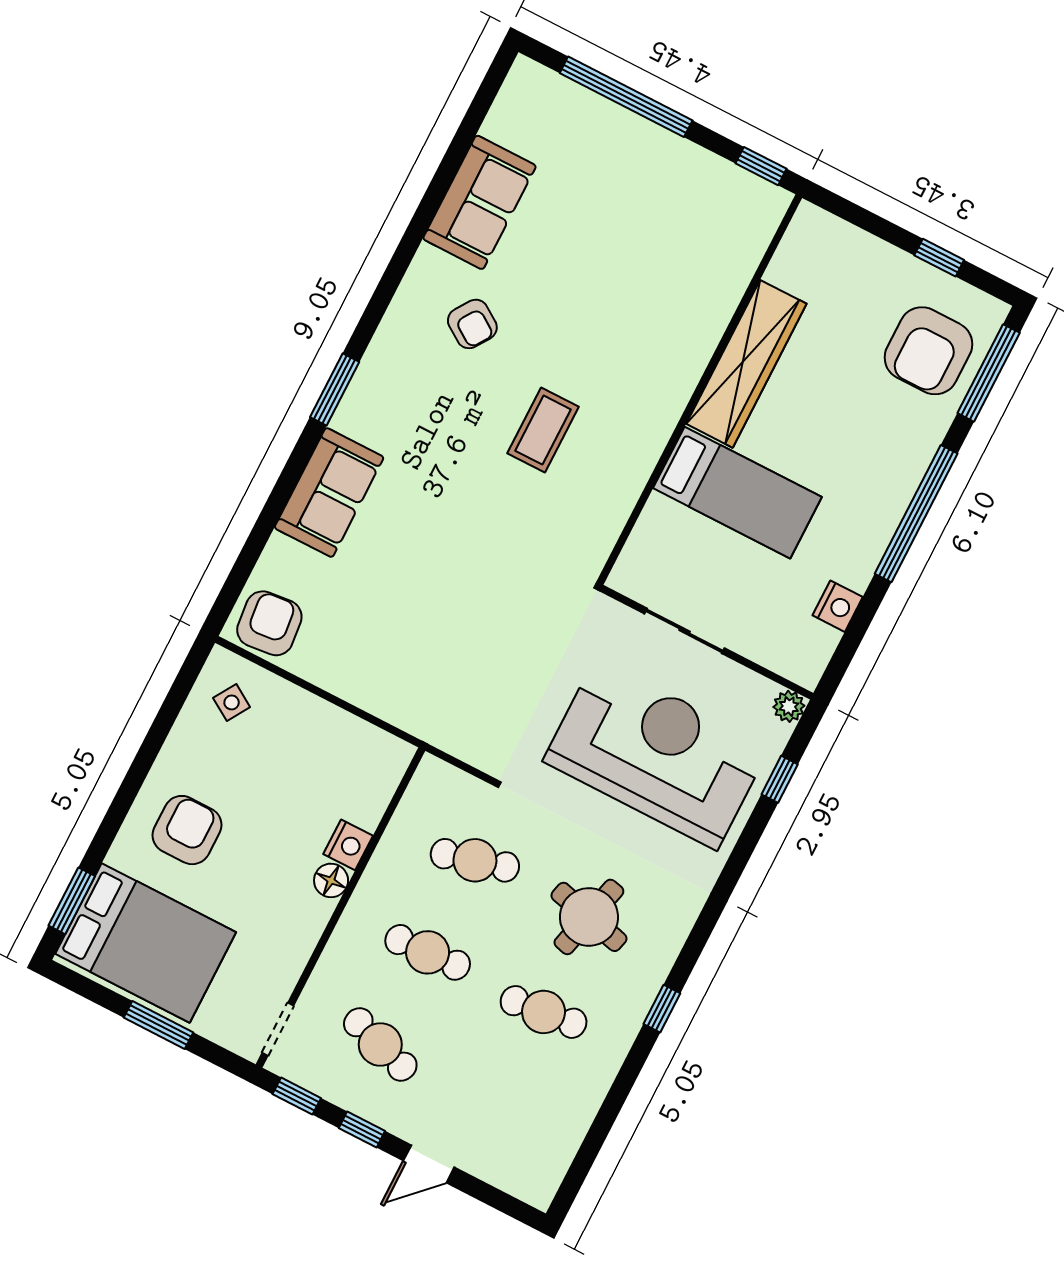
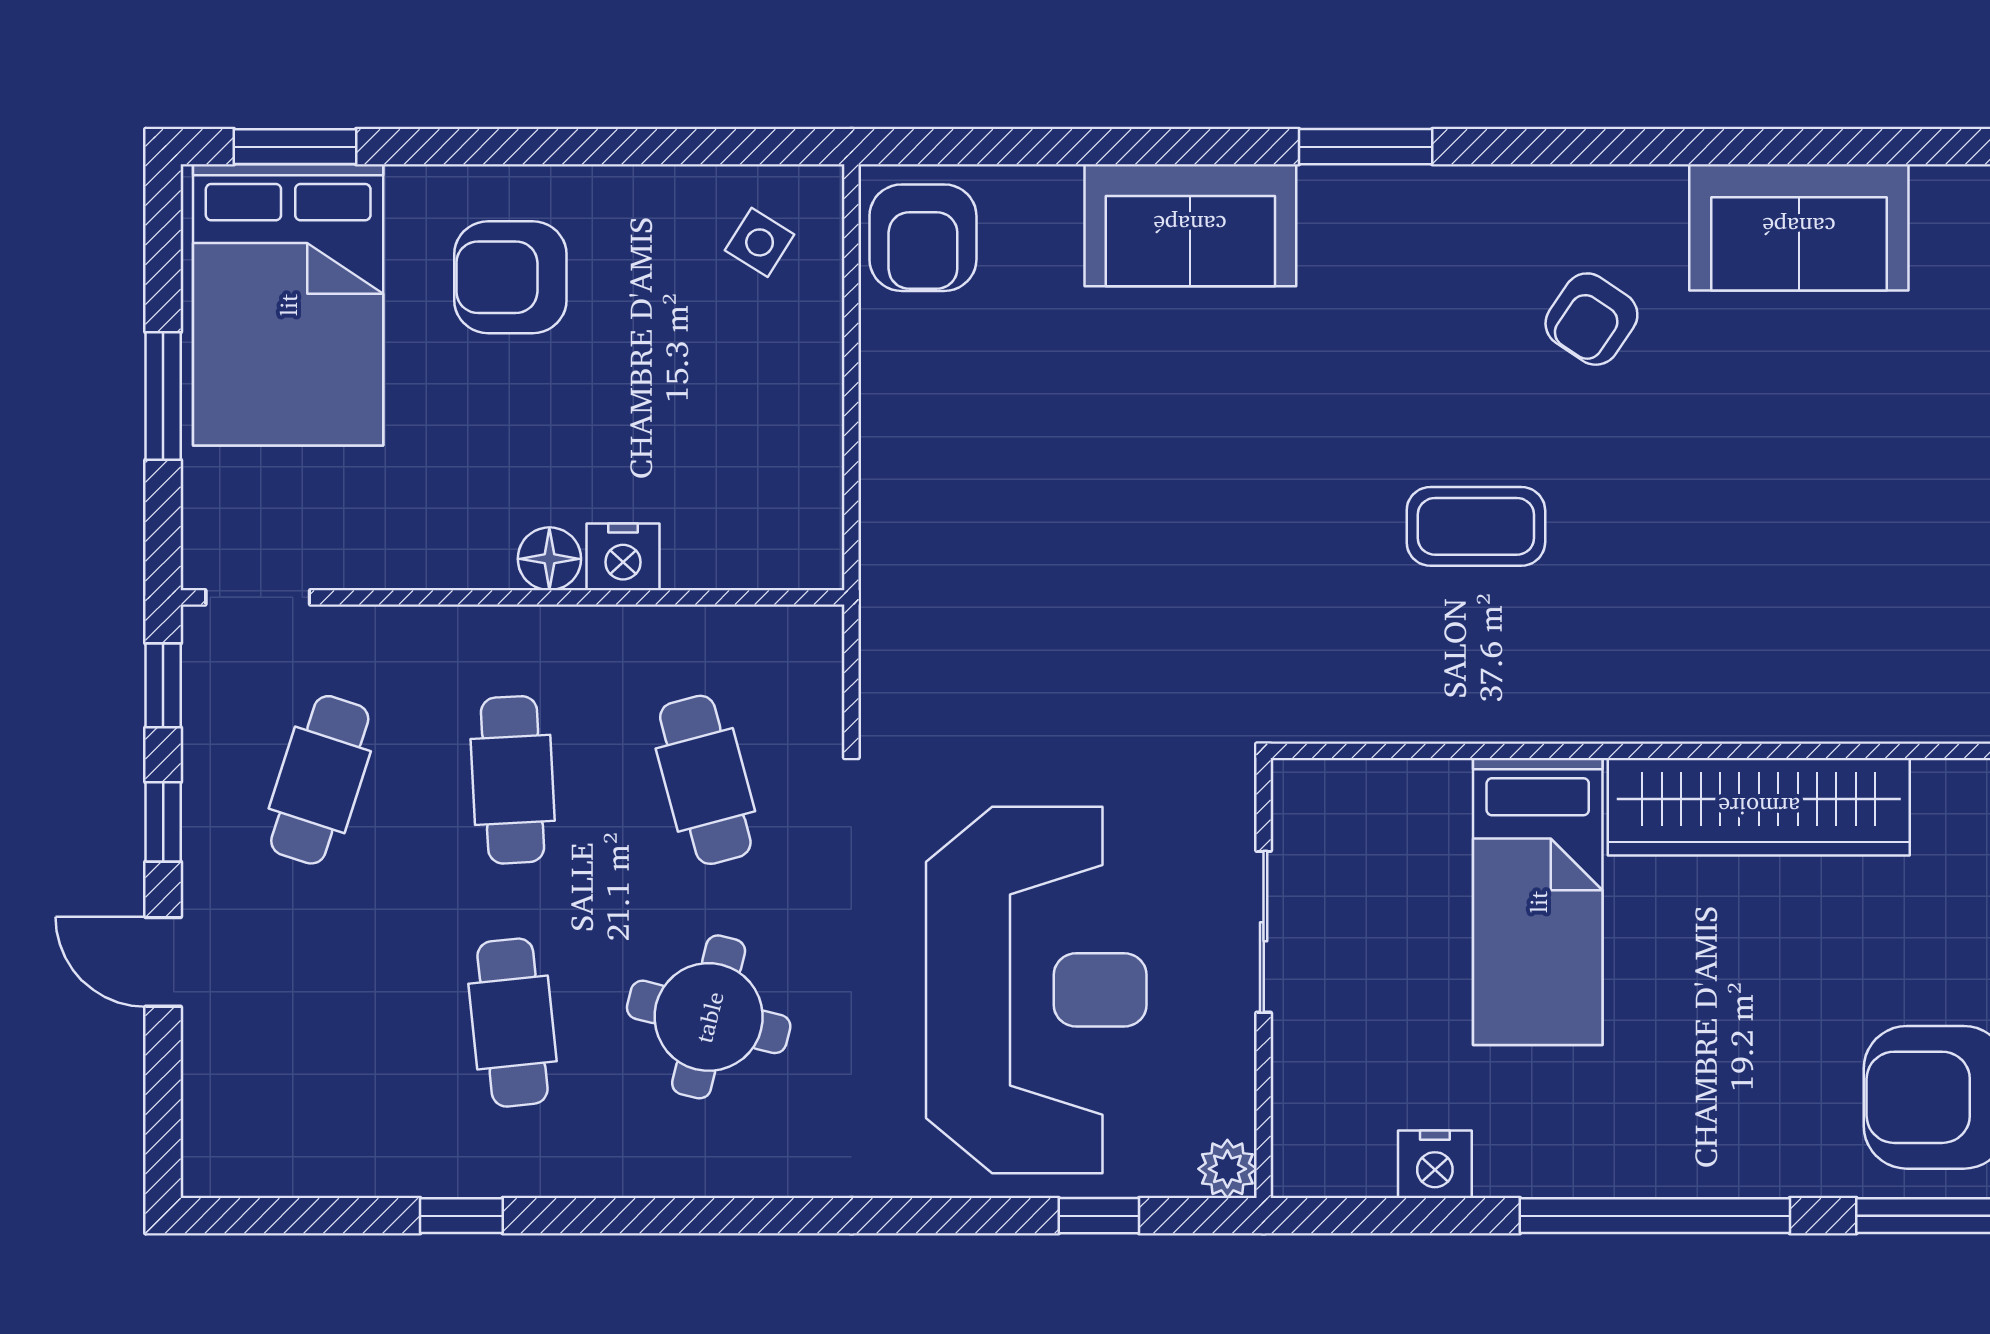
armchair: (269, 623) -> (923, 238), turned 96
armchair: (187, 830) -> (510, 277), turned 180
window: (662, 1009) -> (461, 1216), moved

